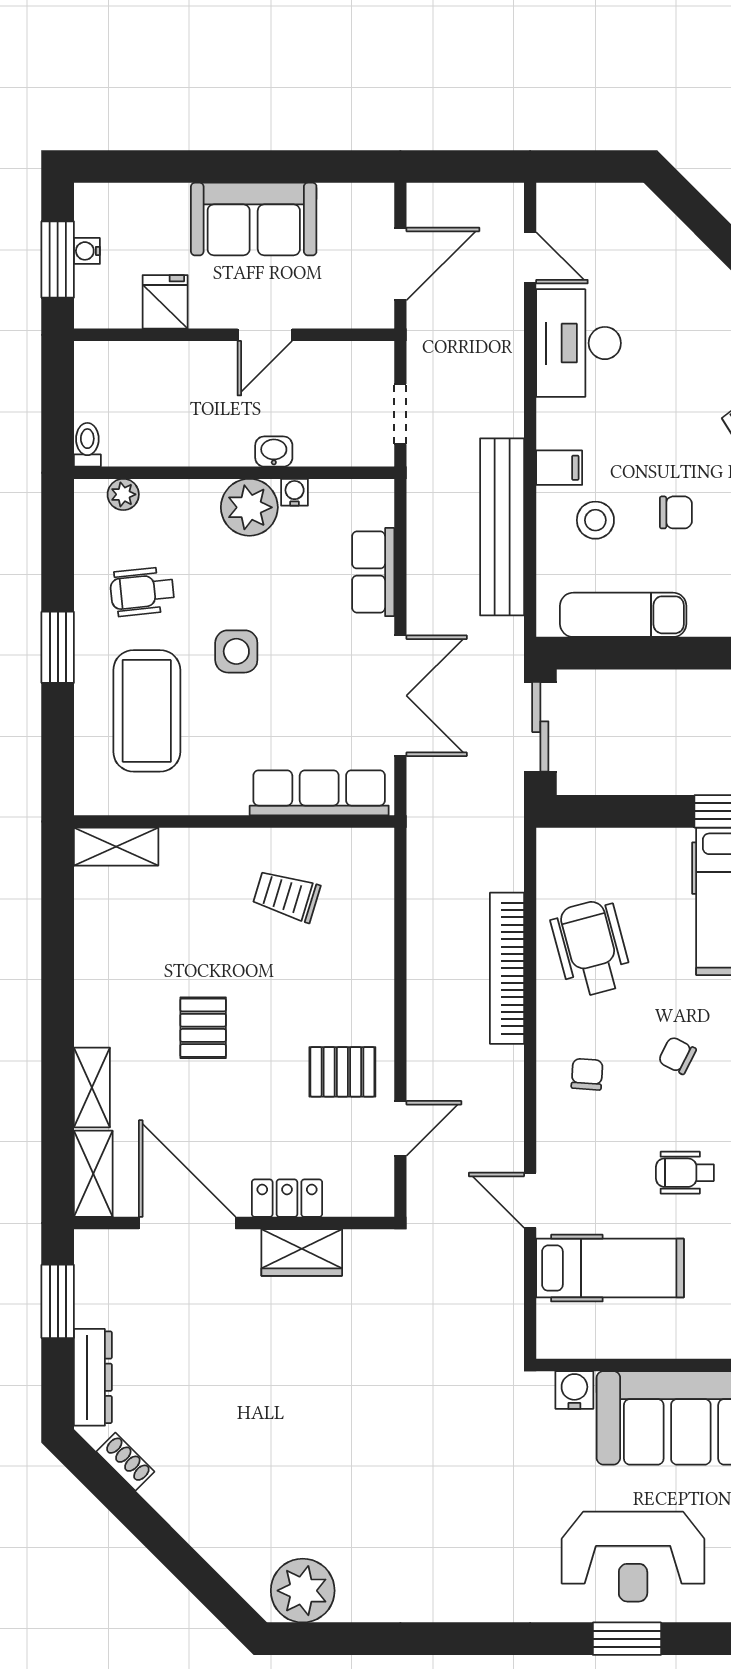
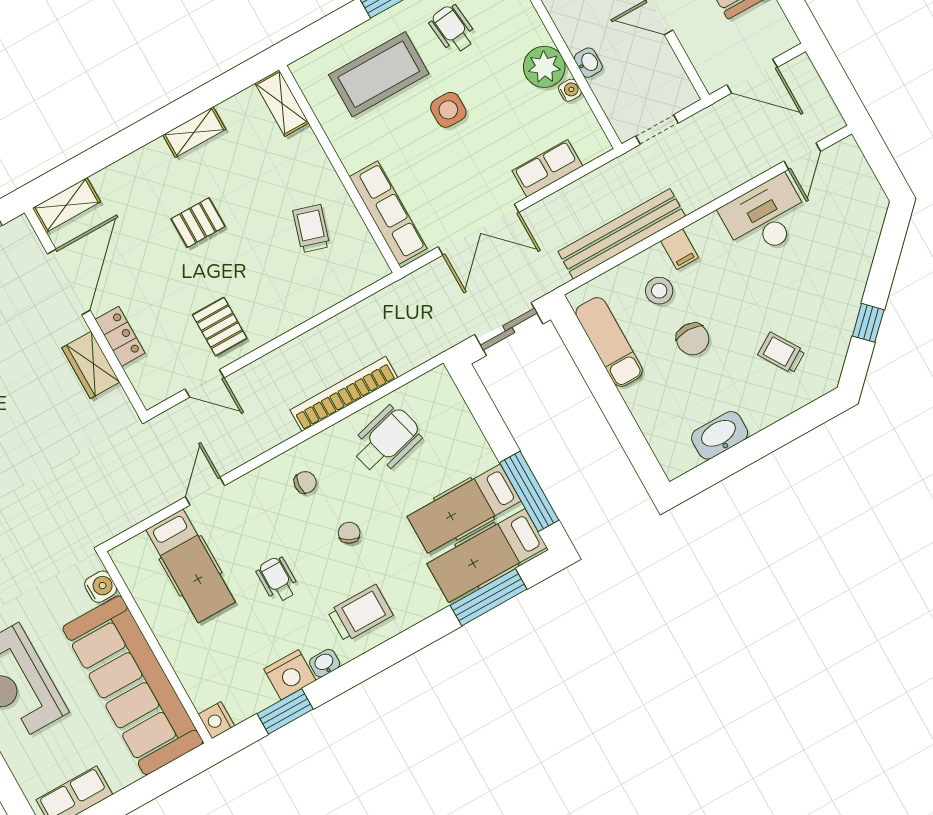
chair: (676, 512) -> (693, 339), width x1.37, depth x1.37
shelving: (92, 1087) -> (194, 132), moved

